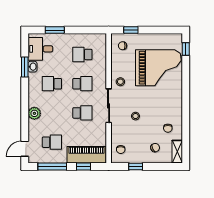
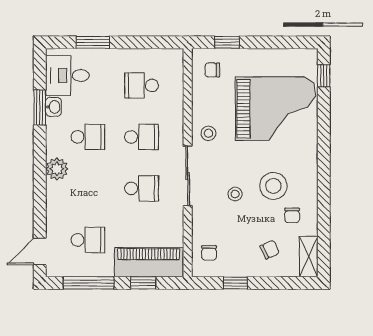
school desk: (52, 84) -> (88, 137), turned 180
stool: (157, 112) -> (273, 186), added
plant: (34, 113) -> (57, 169), moved

